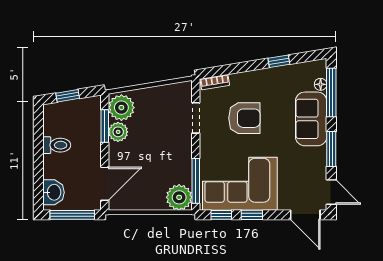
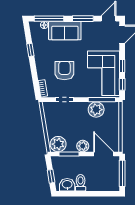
plant: (118, 132) -> (83, 146), moved
washbasin: (53, 192) -> (67, 185), moved
plant: (179, 197) -> (96, 110), moved

